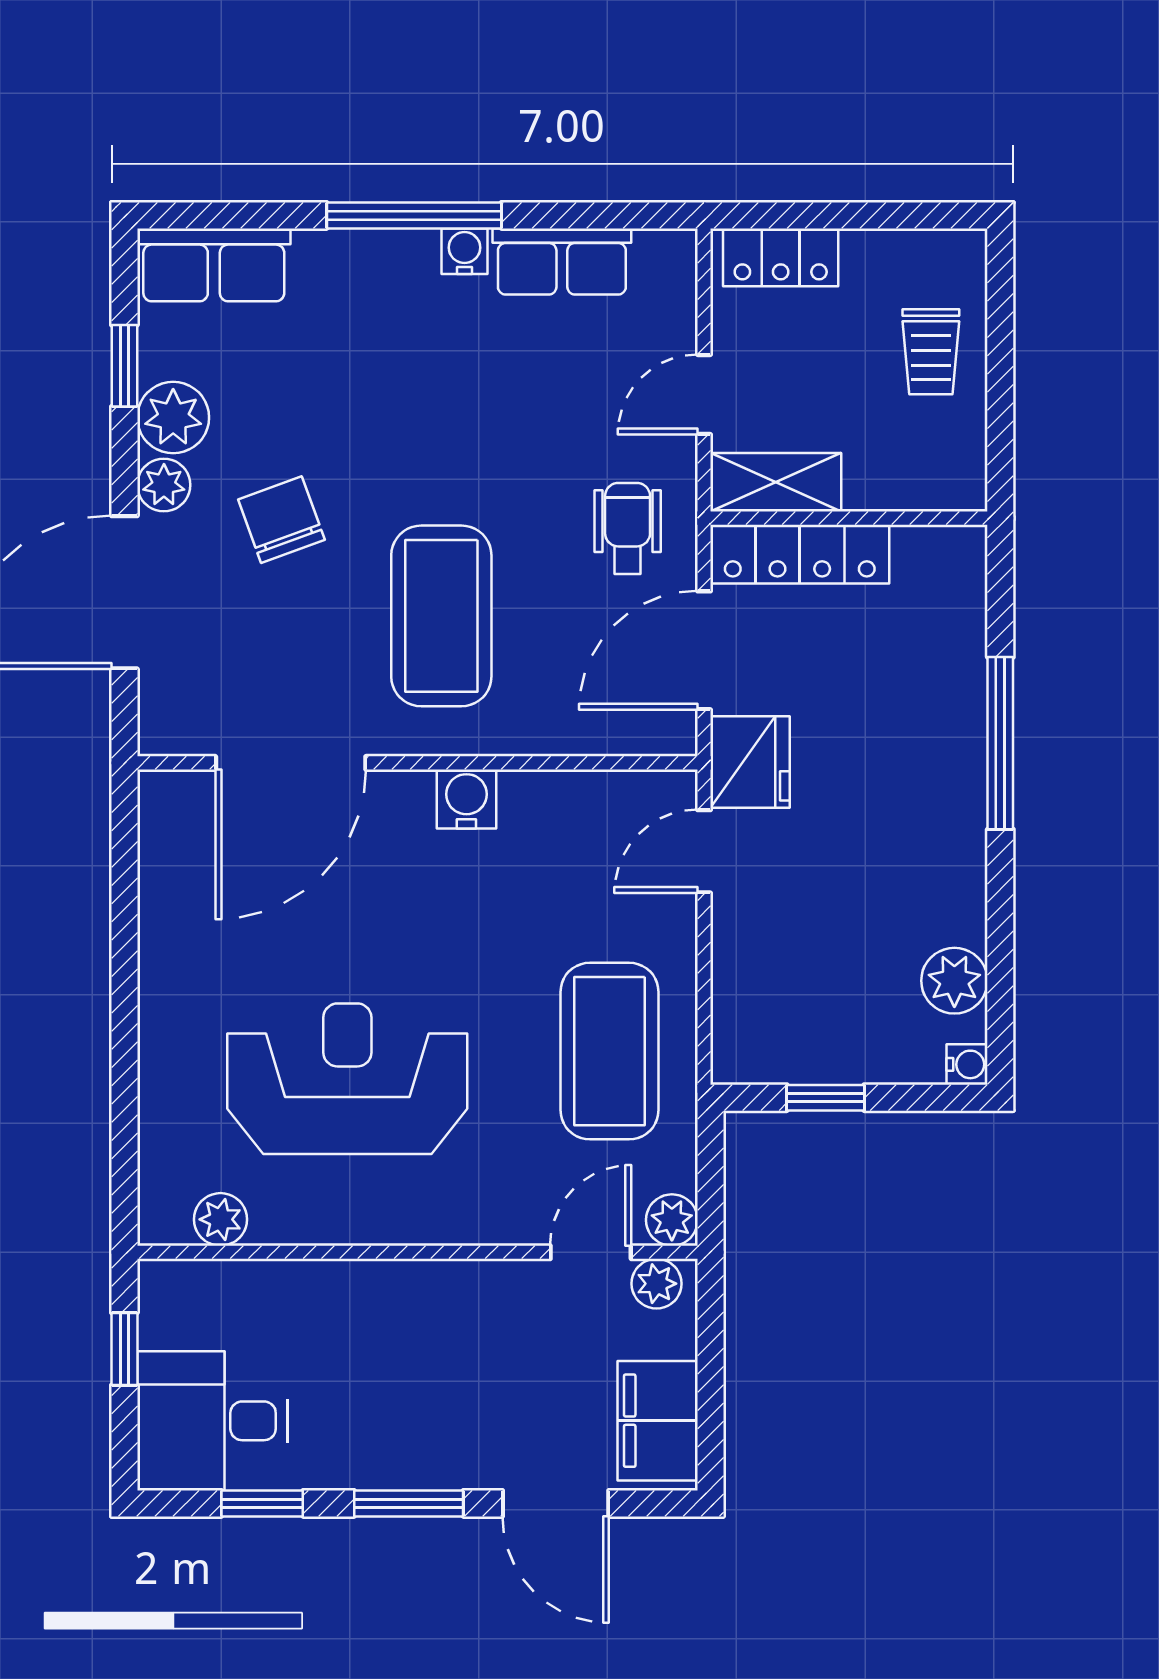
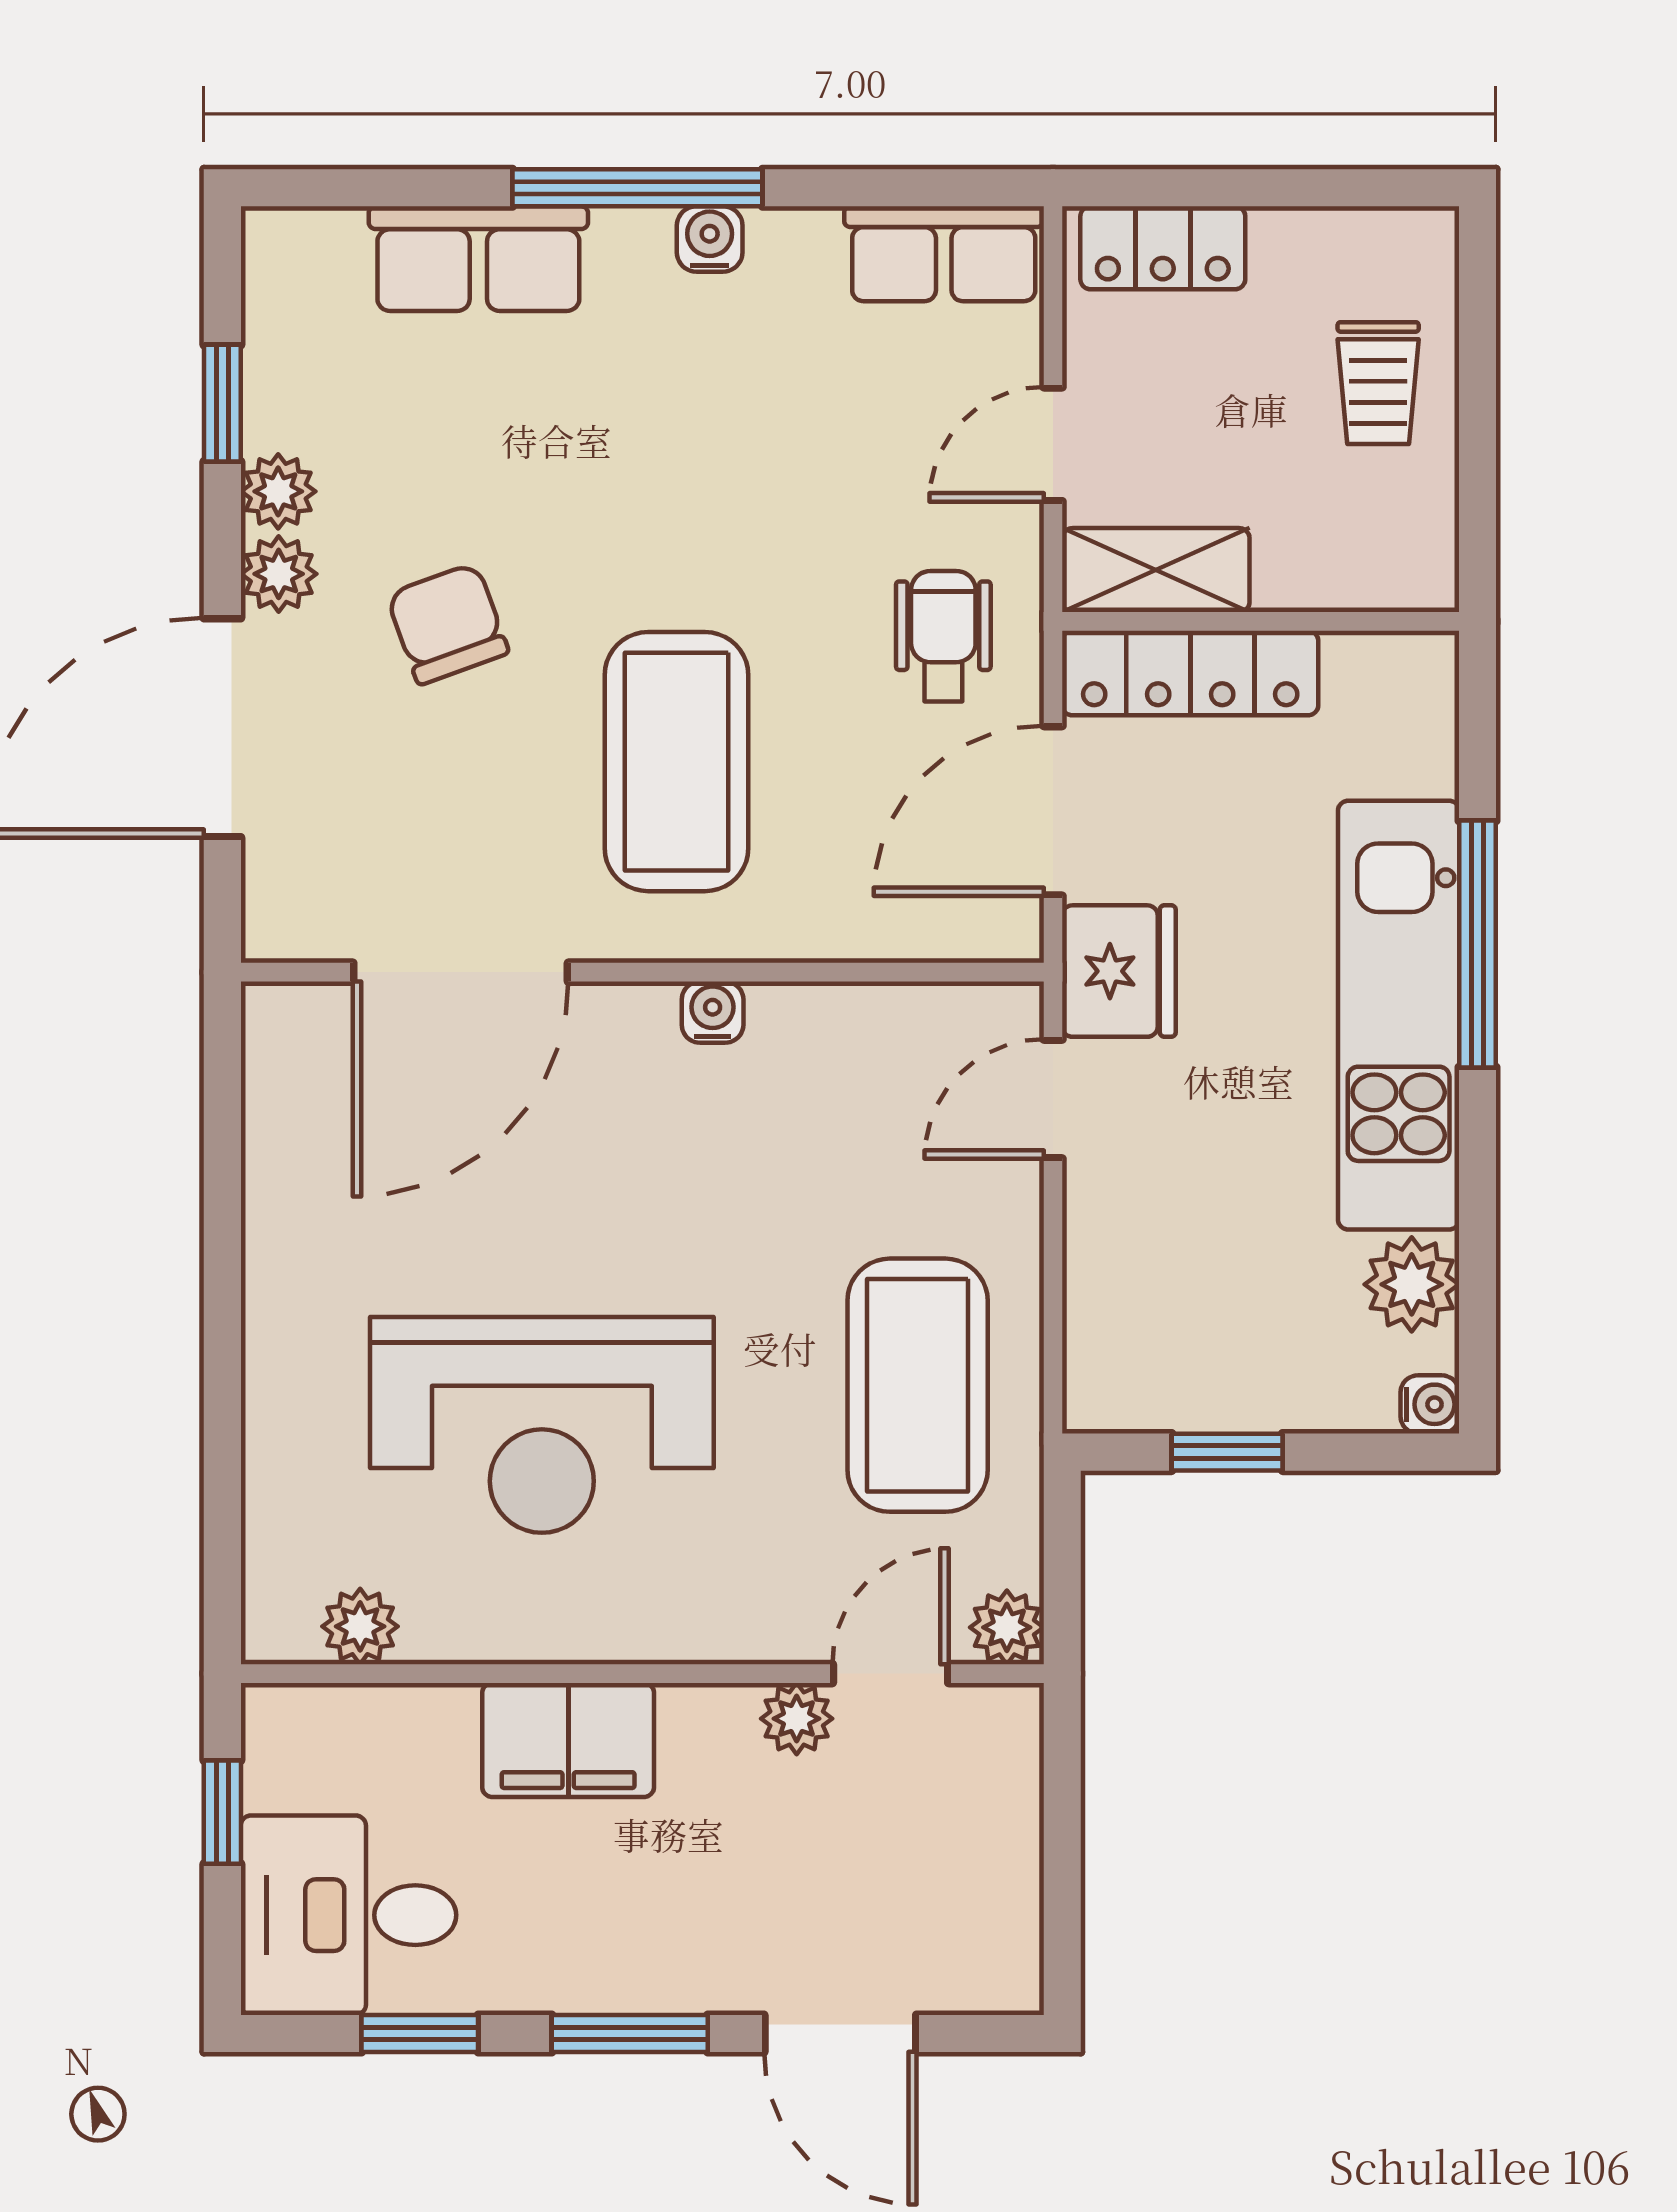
row of seats: (562, 261) -> (944, 254), moved
row of seats: (214, 265) -> (478, 259), moved
plant: (173, 418) -> (278, 491), width x0.73, depth x0.73
kitchen unit: (945, 793) -> (1399, 1015), added
water cooler: (466, 799) -> (713, 1012), width x0.72, depth x0.72
reception desk: (347, 1079) -> (542, 1425), turned 180
plant: (657, 1284) -> (797, 1719), moved
filing cabinet: (658, 1421) -> (568, 1740), moved, turned -90

